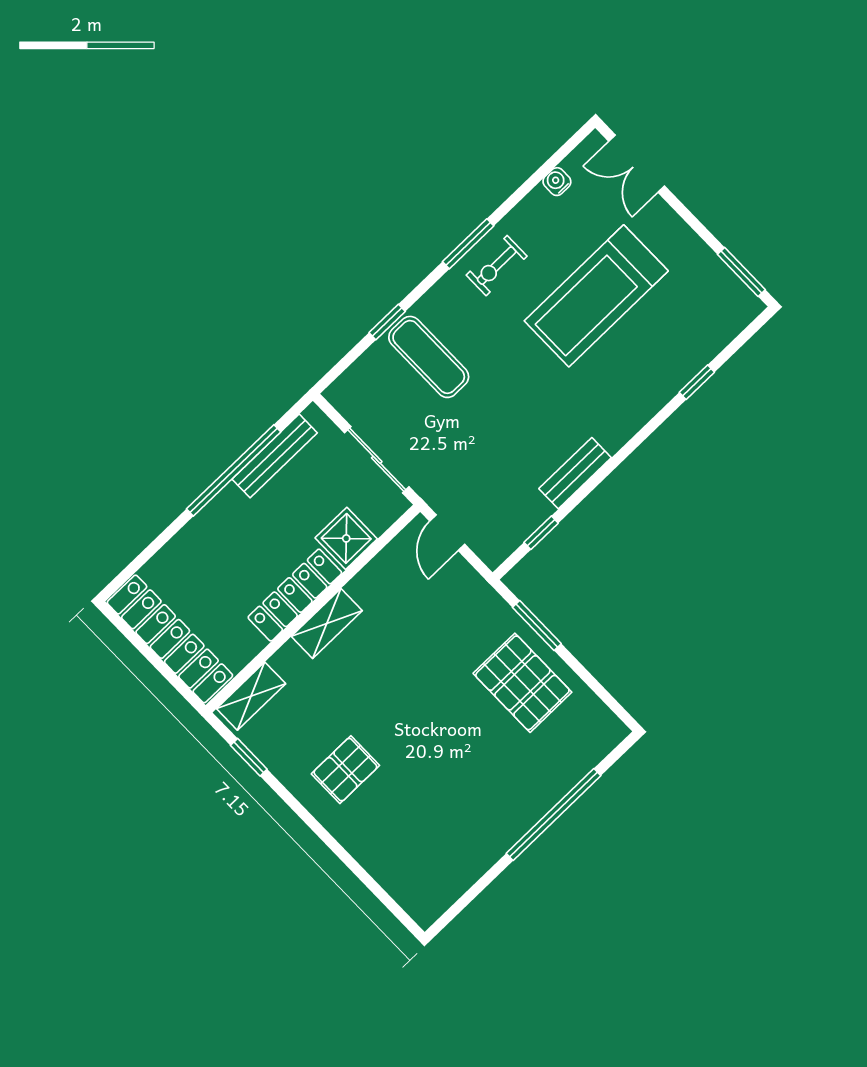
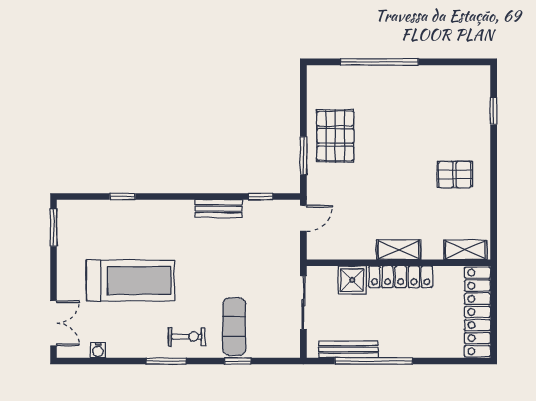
exercise bike: (497, 266) -> (187, 337), moved
door: (447, 533) -> (303, 218), moved
window: (249, 757) -> (494, 111), moved

